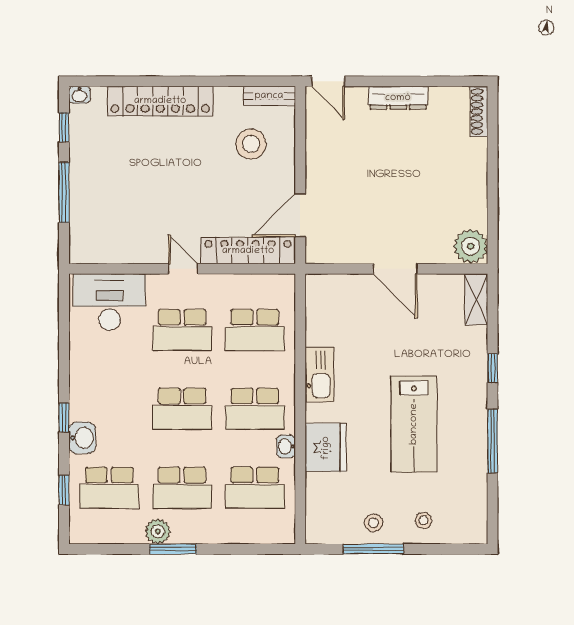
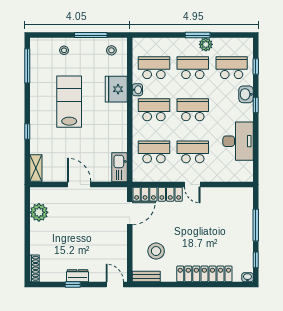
window: (407, 81) -> (73, 284), added
dresser: (398, 98) -> (78, 276), width x0.70
plant: (471, 246) -> (39, 212), moved
desk: (110, 302) -> (238, 141), moved, turned -90
kitchen sink: (319, 375) -> (120, 167), moved
window: (493, 441) -> (27, 66), moved
stool: (373, 523) -> (111, 50), moved

